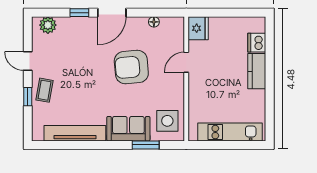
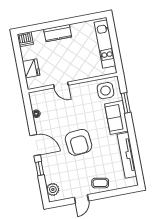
fridge: (198, 28) -> (31, 68), moved, turned 90
dishwasher: (257, 43) -> (25, 39), moved
armchair: (131, 67) -> (79, 142), moved
window: (28, 97) -> (107, 194), removed

